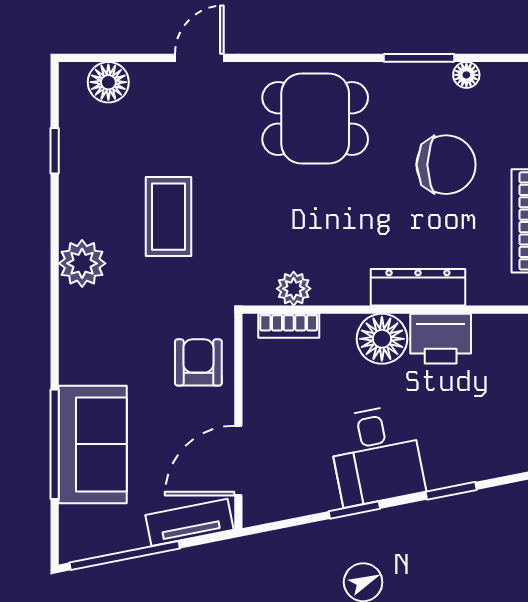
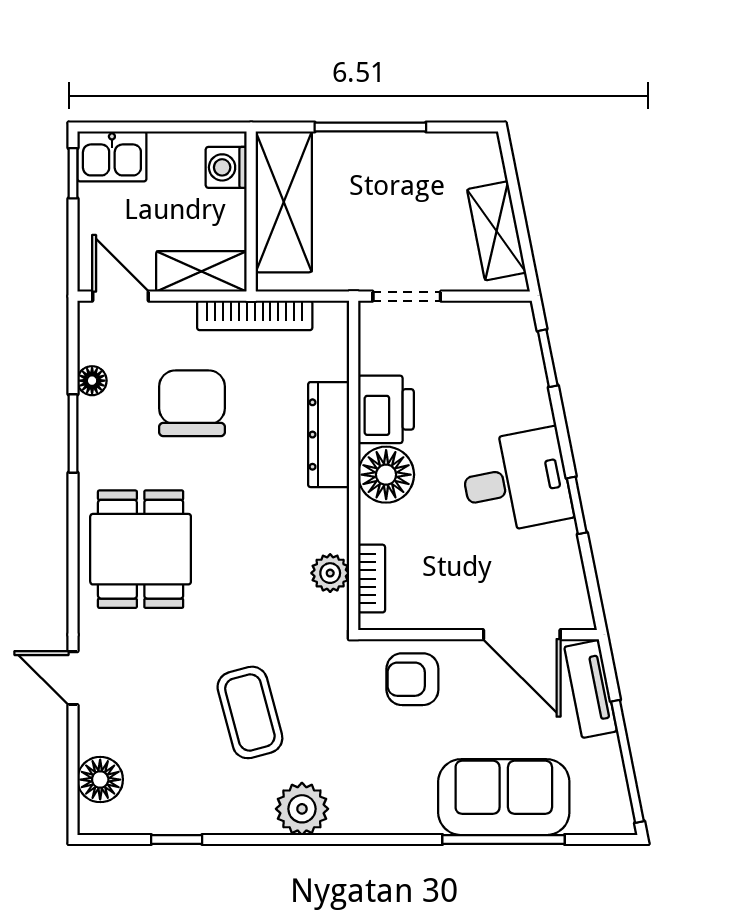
coffee table: (168, 217) -> (250, 712), turned 75
window: (451, 491) -> (548, 358), moved

